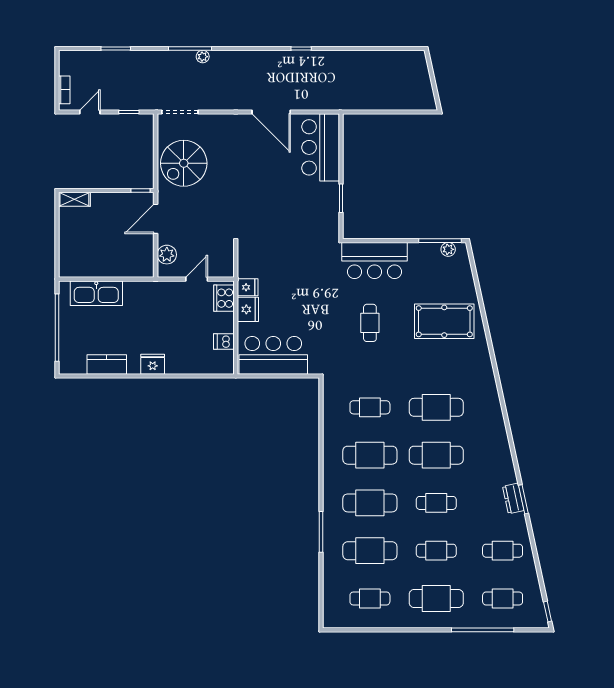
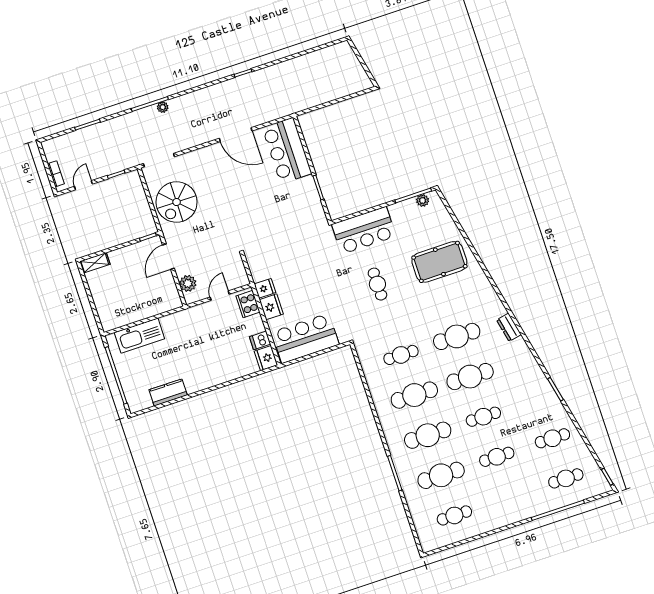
fridge: (153, 364) -> (266, 358), moved, turned -90
dresser: (513, 498) -> (509, 327), moved
cafe table: (436, 599) -> (510, 497), removed

